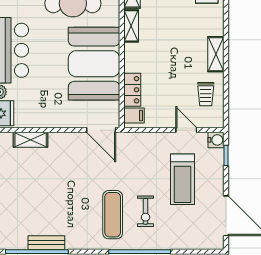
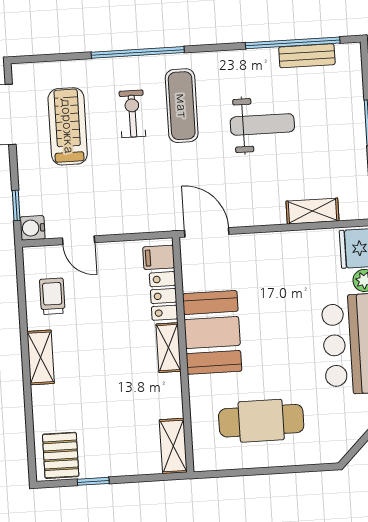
shelving: (131, 26) -> (168, 348), moved
booth: (94, 64) -> (212, 332), width x0.73, depth x0.70
treadmill: (182, 179) -> (68, 126), moved
weight bench: (60, 199) -> (262, 124), added
bench: (46, 243) -> (307, 56), moved

